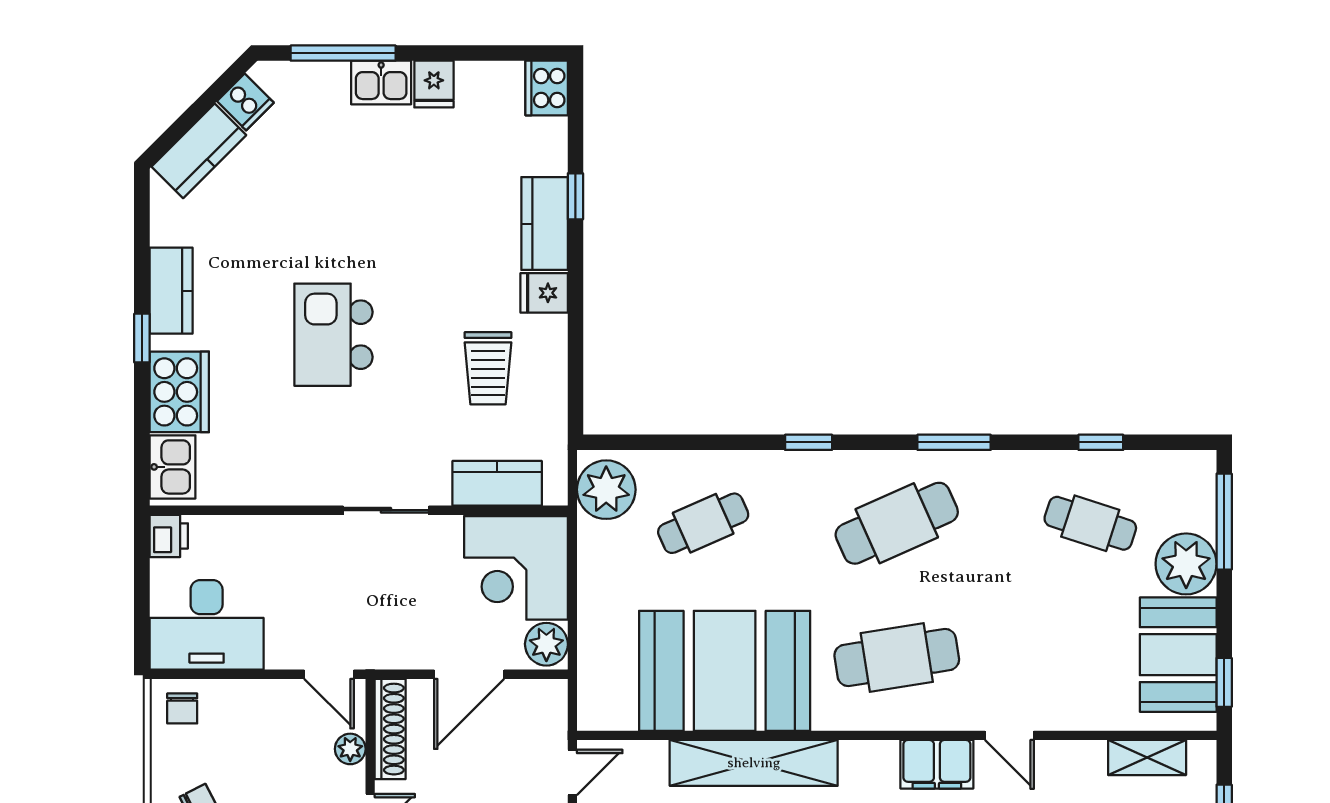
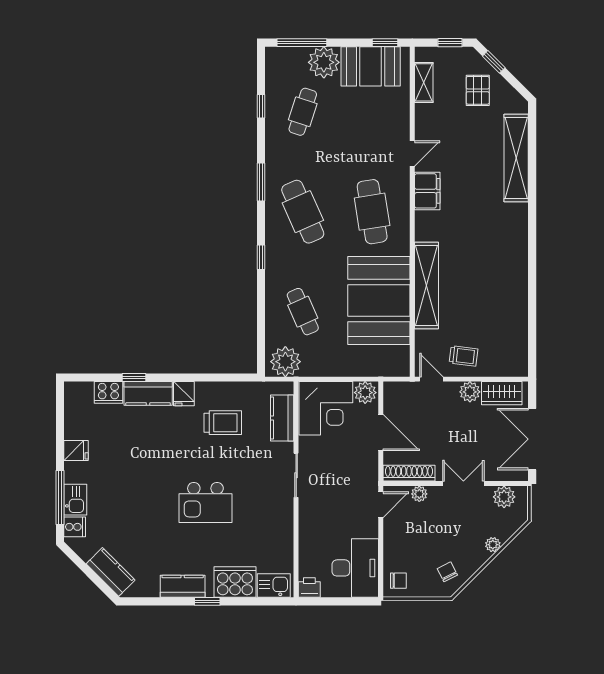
kitchen sink: (381, 82) -> (75, 500), moved
cooker: (547, 88) -> (108, 392), moved
cooker: (245, 102) -> (75, 527), moved, turned 45

